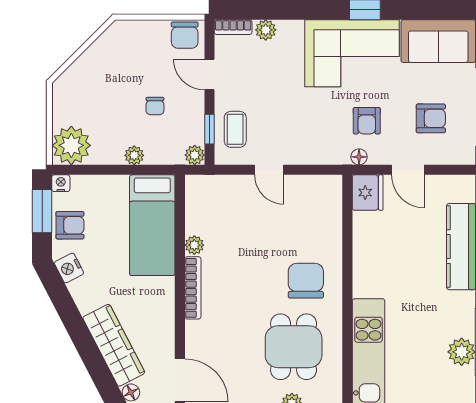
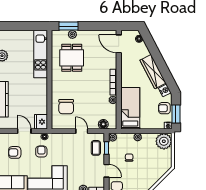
floor lamp: (217, 186) -> (103, 124), added
chair: (306, 281) -> (66, 107), moved
wardrobe: (114, 345) -> (153, 72), moved

